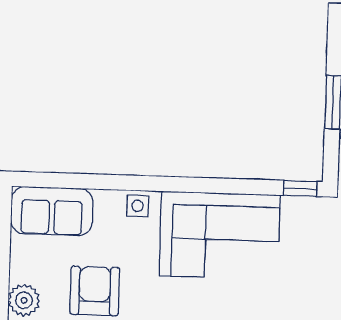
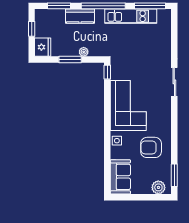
armchair: (95, 291) -> (151, 147), moved

